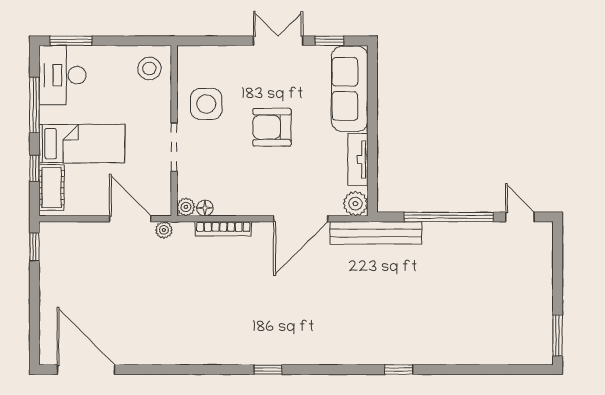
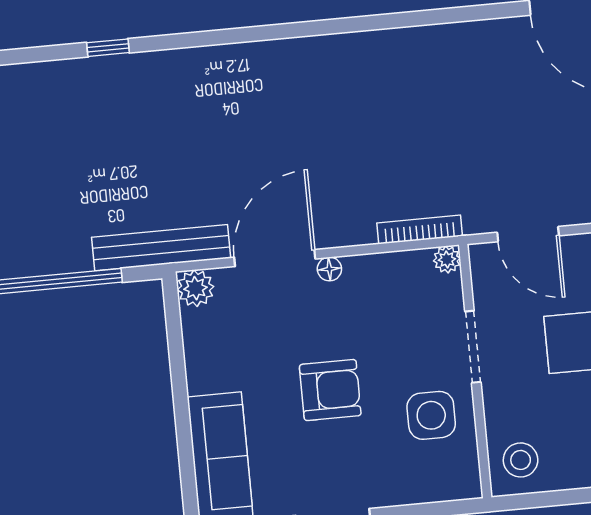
tv unit: (358, 159) -> (198, 354), removed
floor lamp: (205, 208) -> (329, 269), moved
bookcase: (223, 229) -> (420, 230), moved
plant: (164, 230) -> (476, 222), removed
window: (268, 370) -> (302, 29), removed

